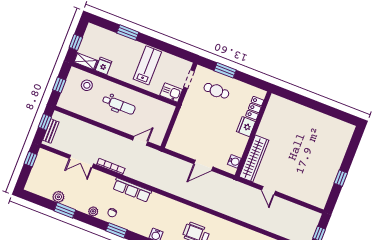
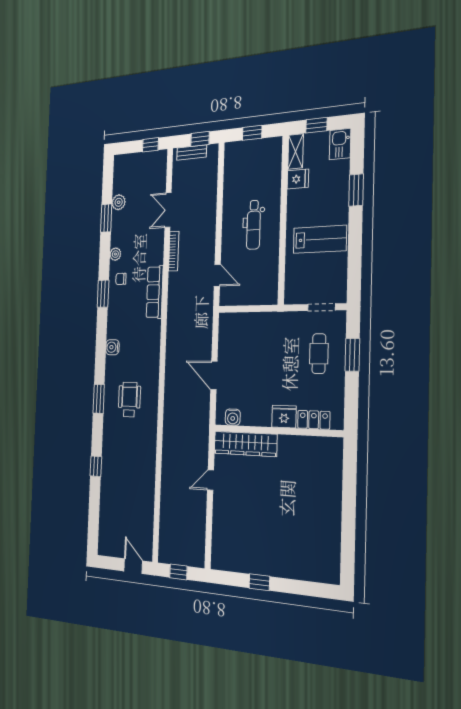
stool: (87, 85) -> (264, 169), removed
kitchen sink: (171, 92) -> (340, 144), moved, turned 180

